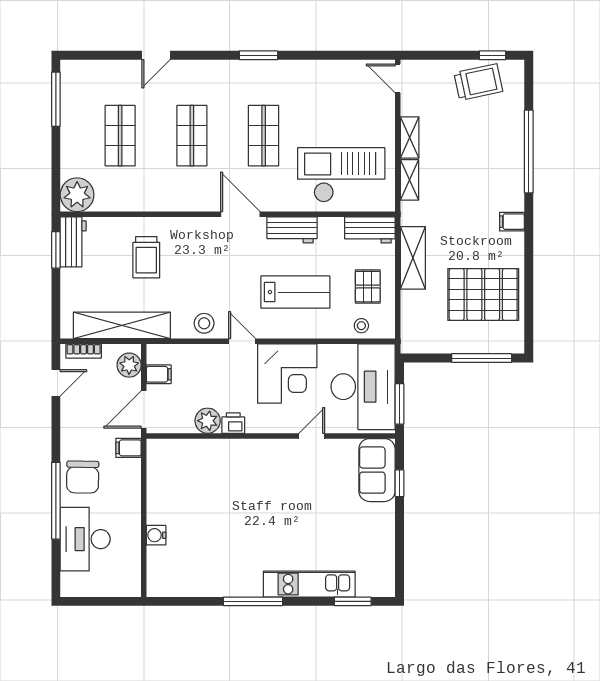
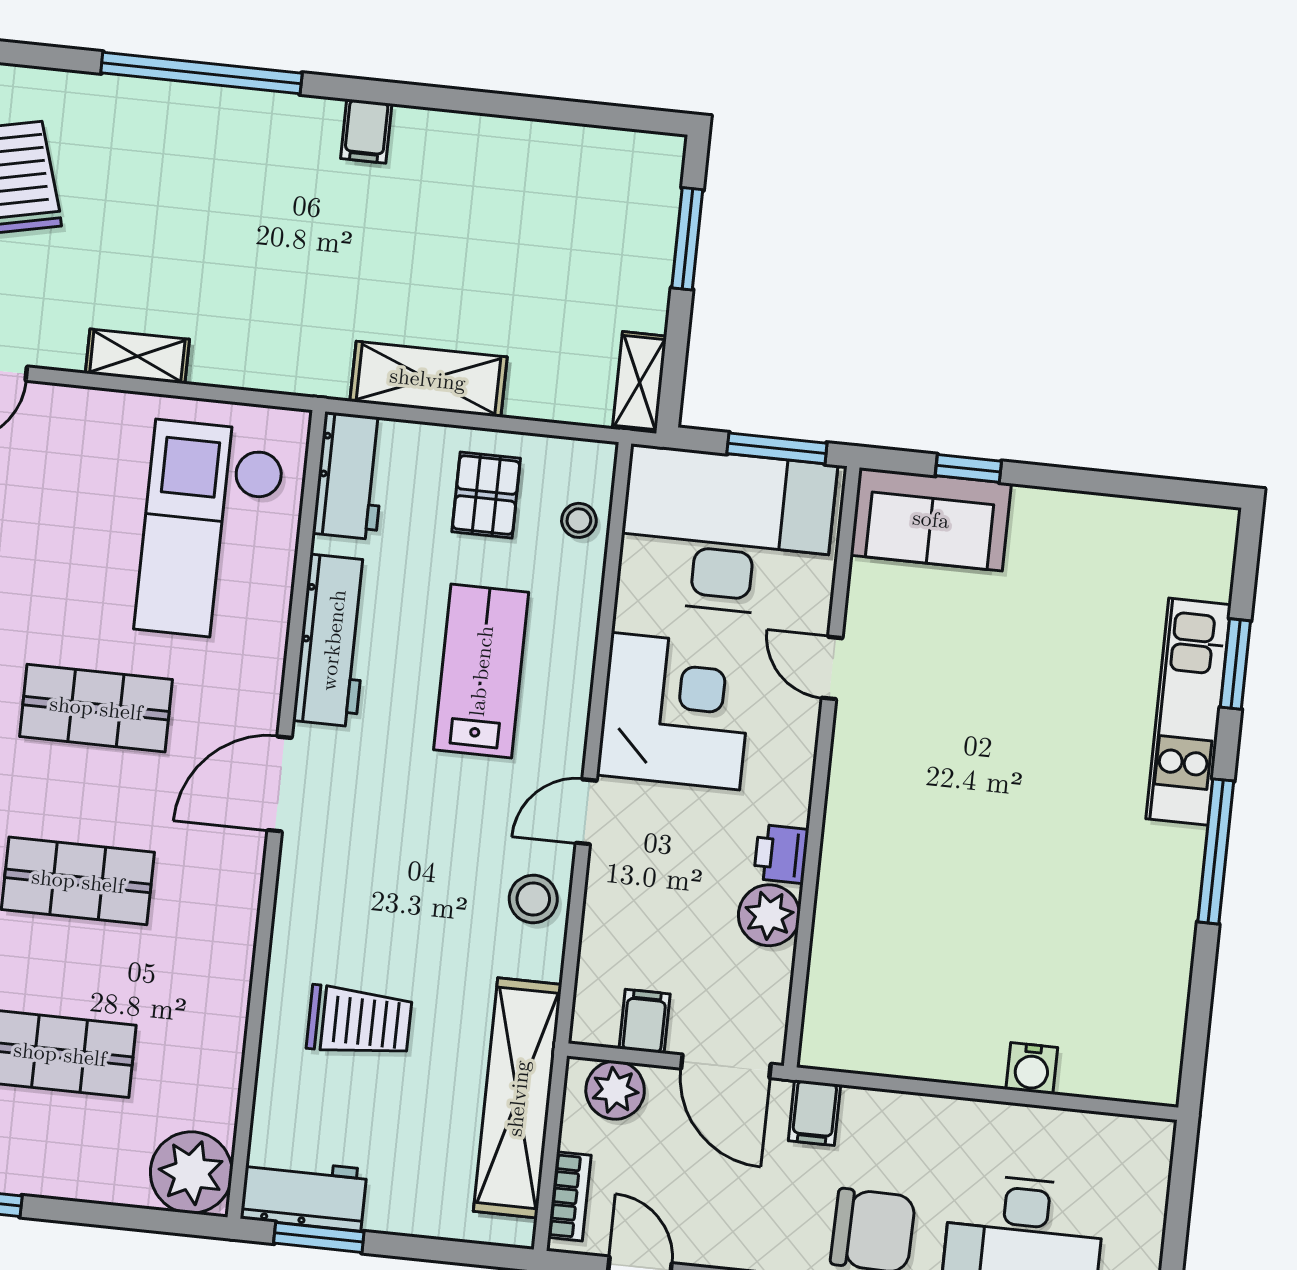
shelving: (409, 180) -> (640, 383), moved, turned 90
workbench: (292, 230) -> (333, 640), width x1.38
pallet: (368, 287) -> (486, 495), turned 90
pallet: (483, 294) -> (535, 219), removed
window: (482, 358) -> (687, 239), width x0.69
window: (353, 601) -> (1235, 664), moved

